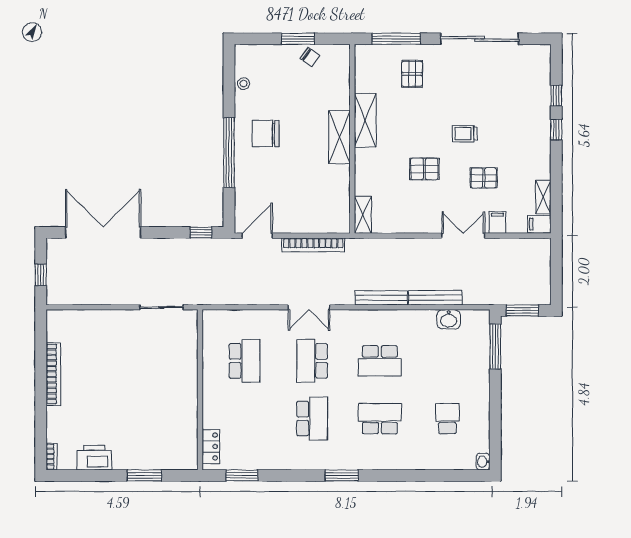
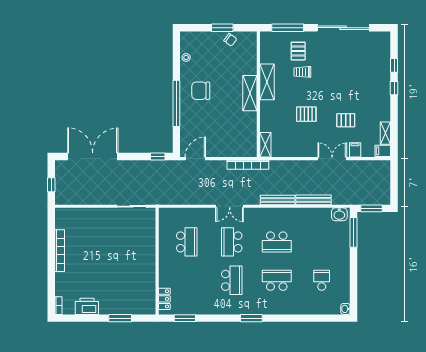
trolley: (465, 134) -> (302, 72), moved
bookcase: (313, 245) -> (248, 165), moved
washbasin: (449, 319) -> (339, 214), moved

